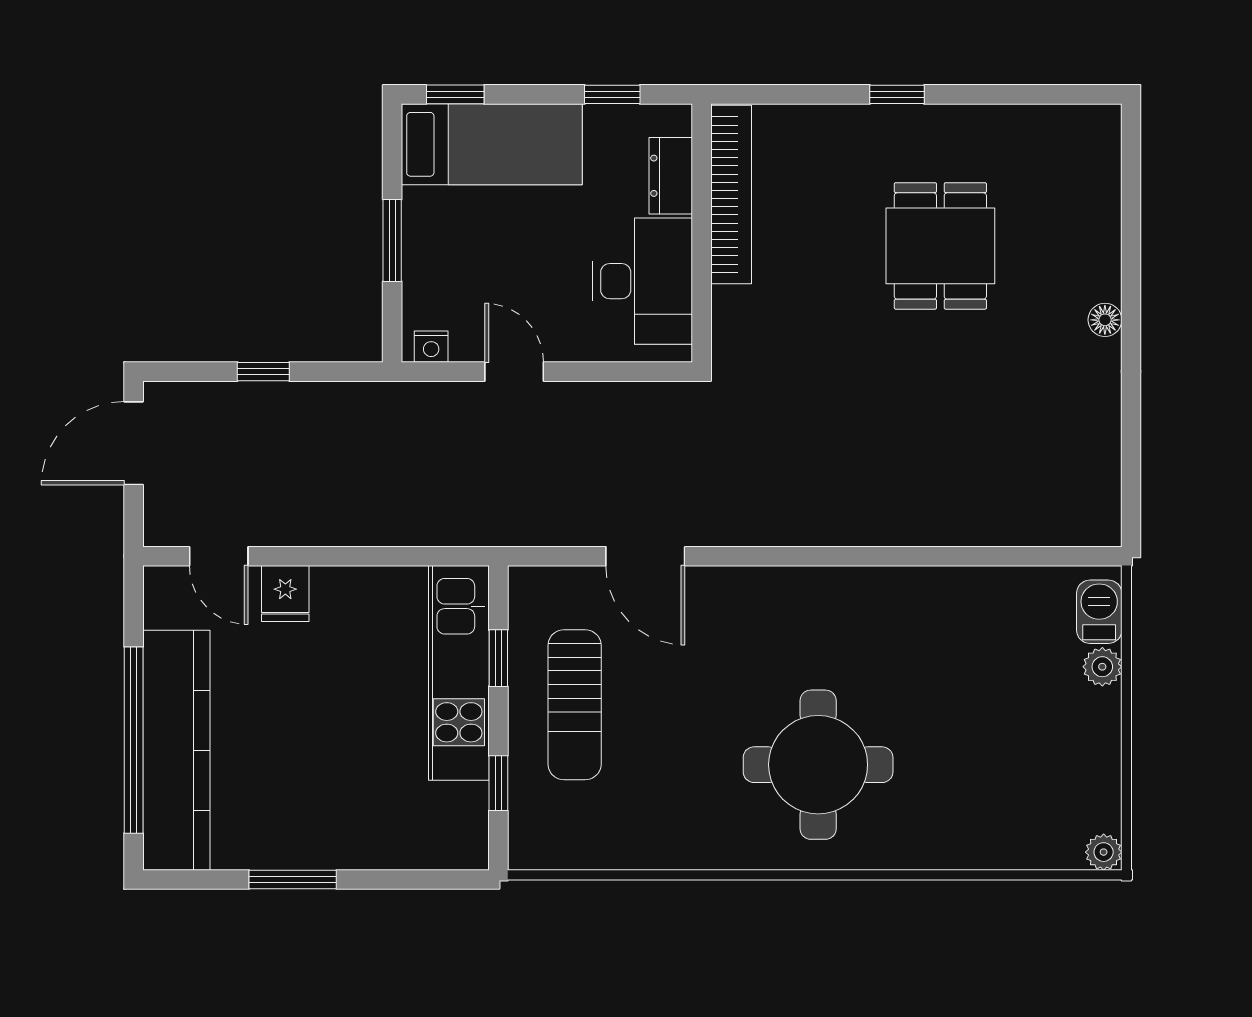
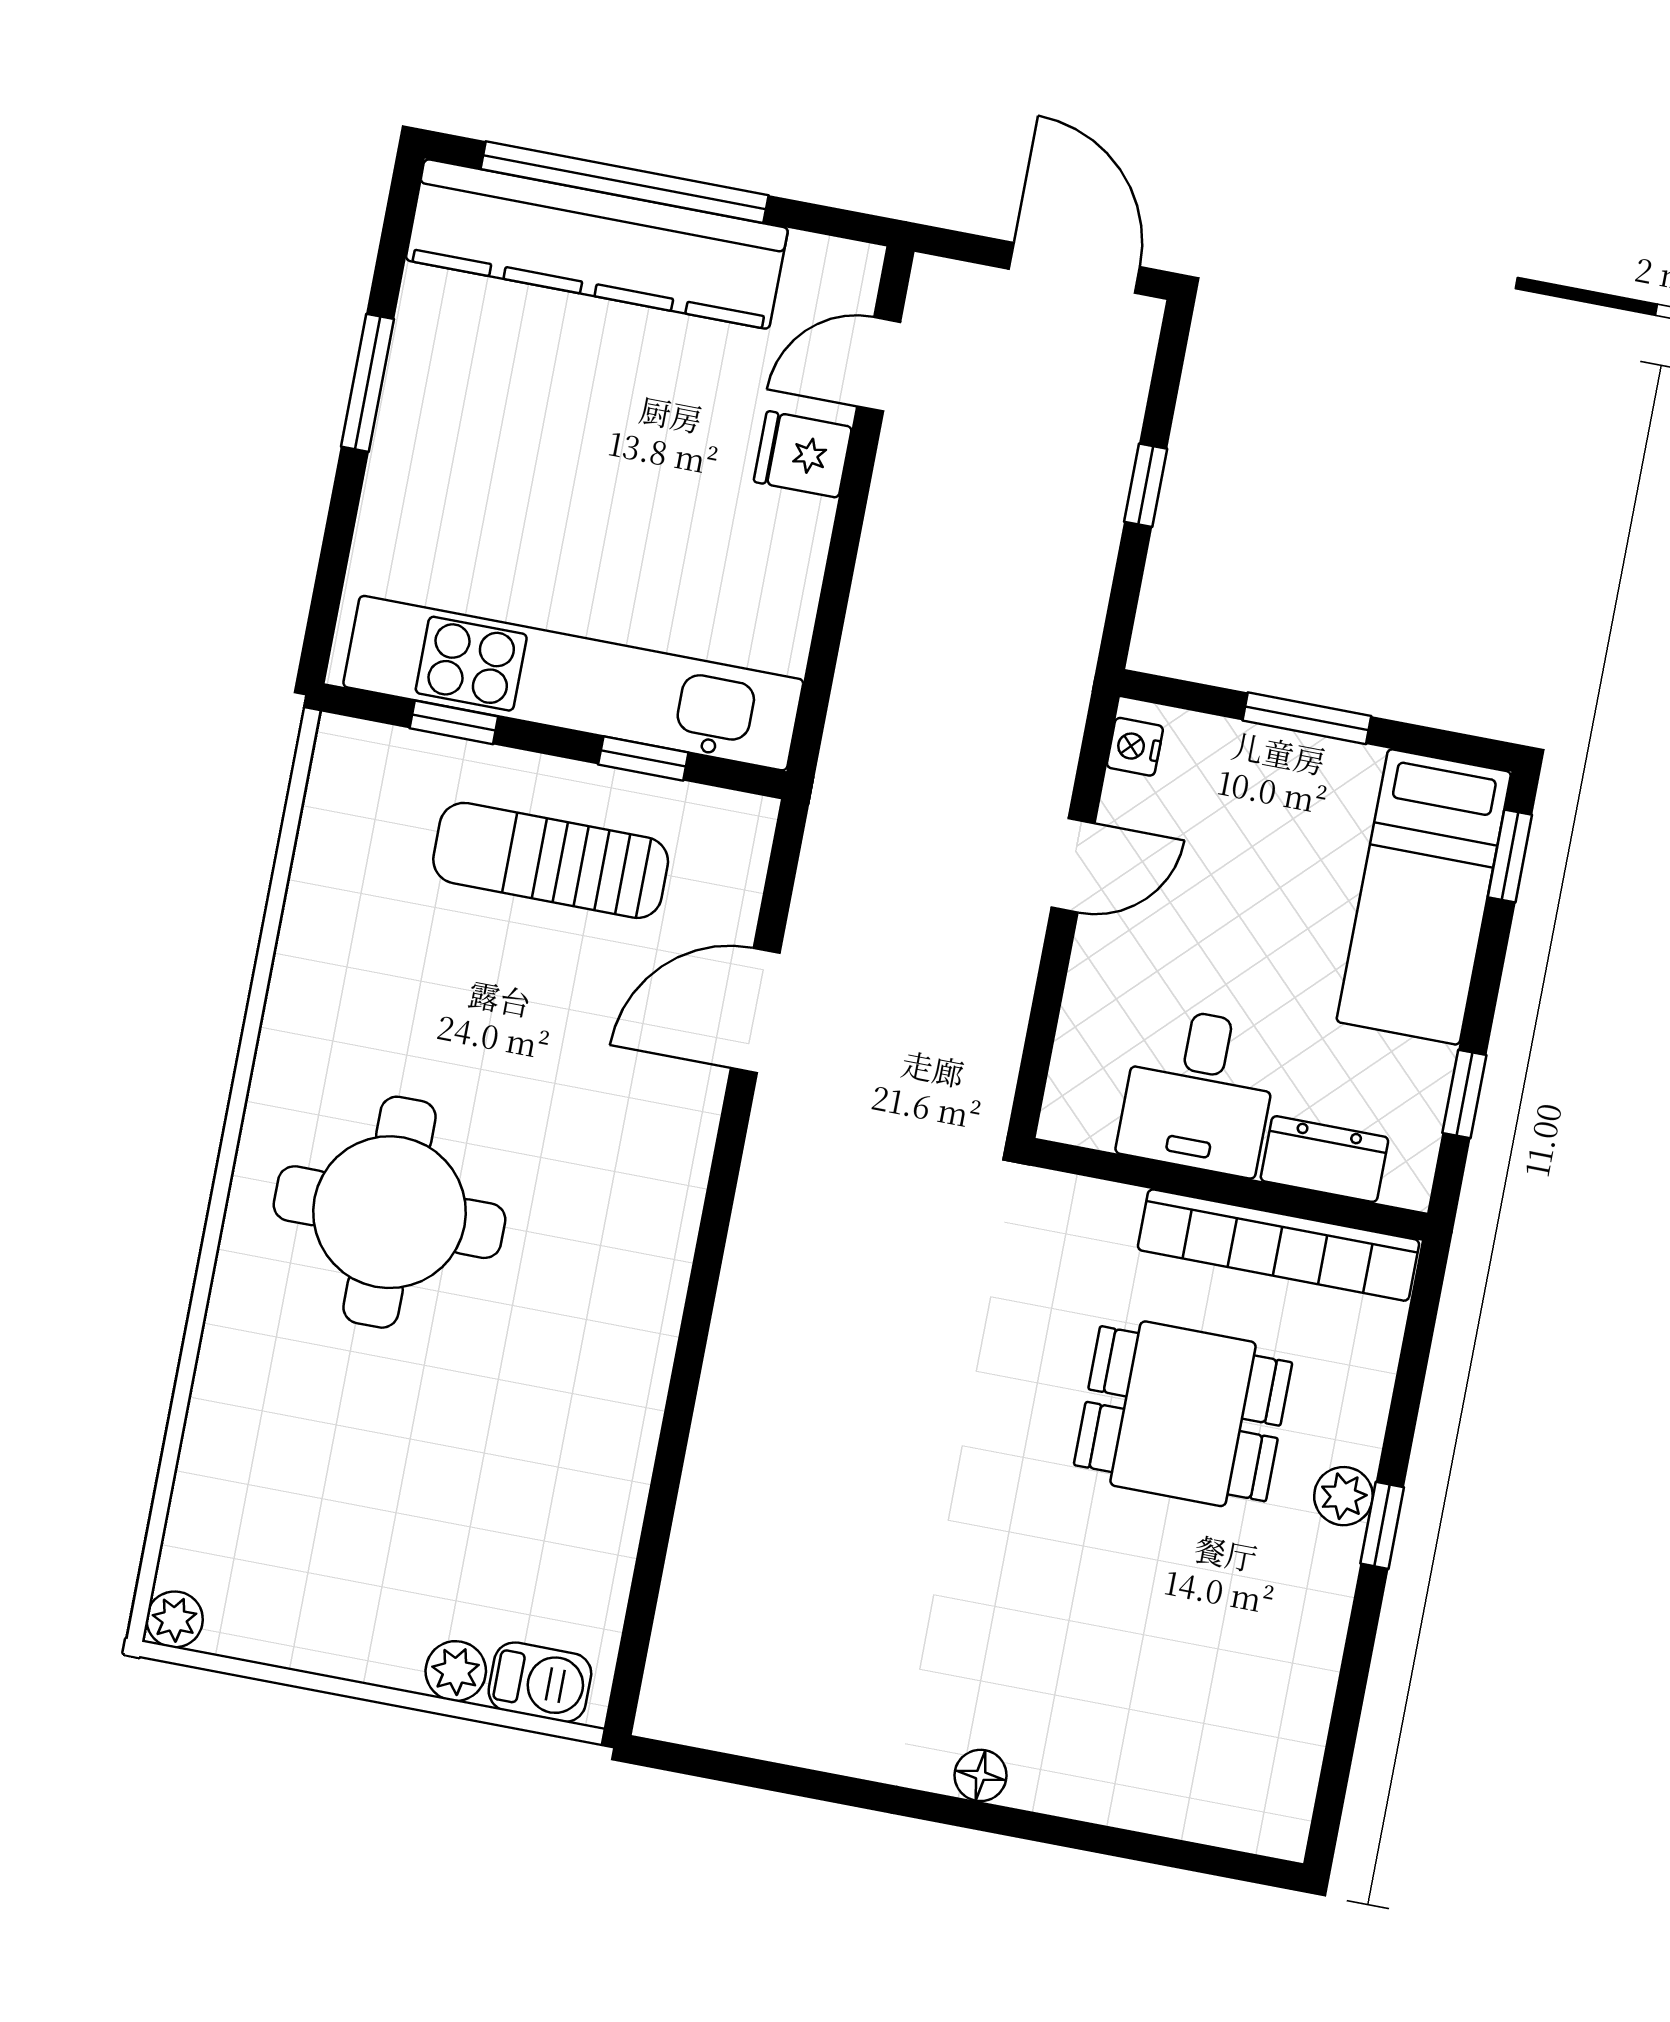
plant: (883, 123) -> (1343, 1496), added
dining table: (940, 246) -> (1183, 1414), moved
desk: (643, 281) -> (1199, 1091), width x0.73
kitchen unit: (459, 673) -> (573, 683), width x1.36

